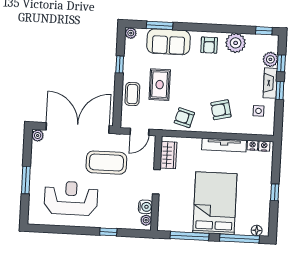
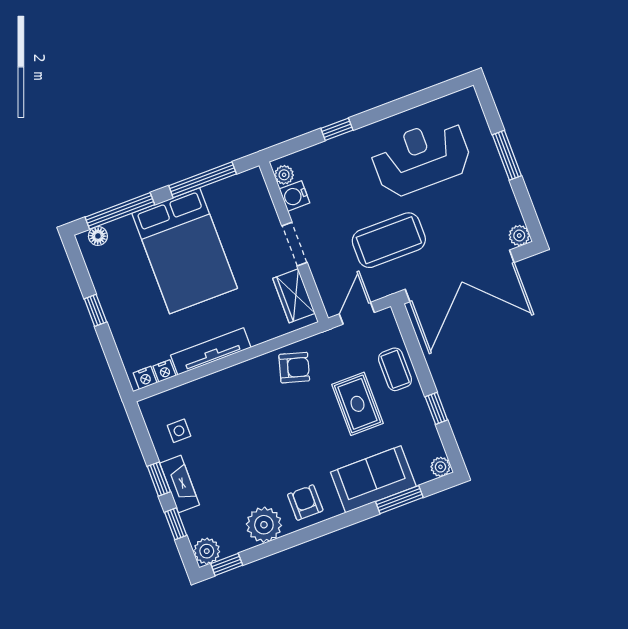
plant: (270, 59) -> (207, 551), moved
armchair: (221, 110) -> (241, 406), removed
reception desk: (71, 198) -> (421, 158), turned 180

